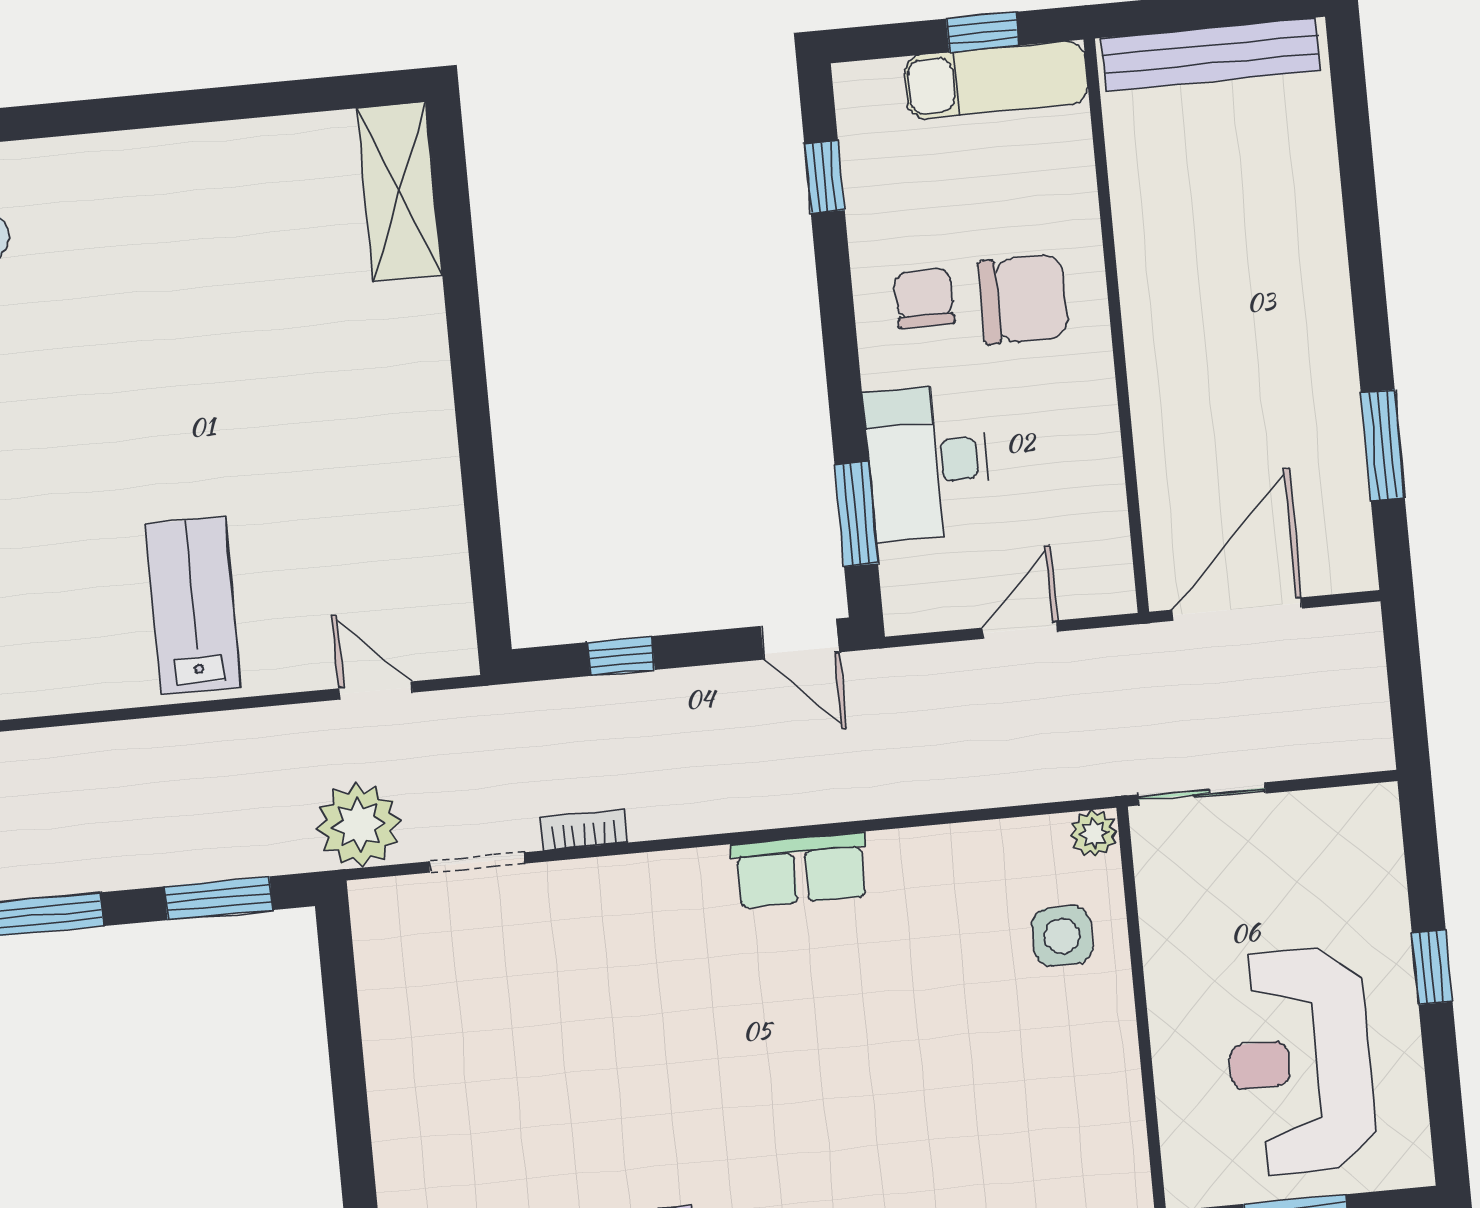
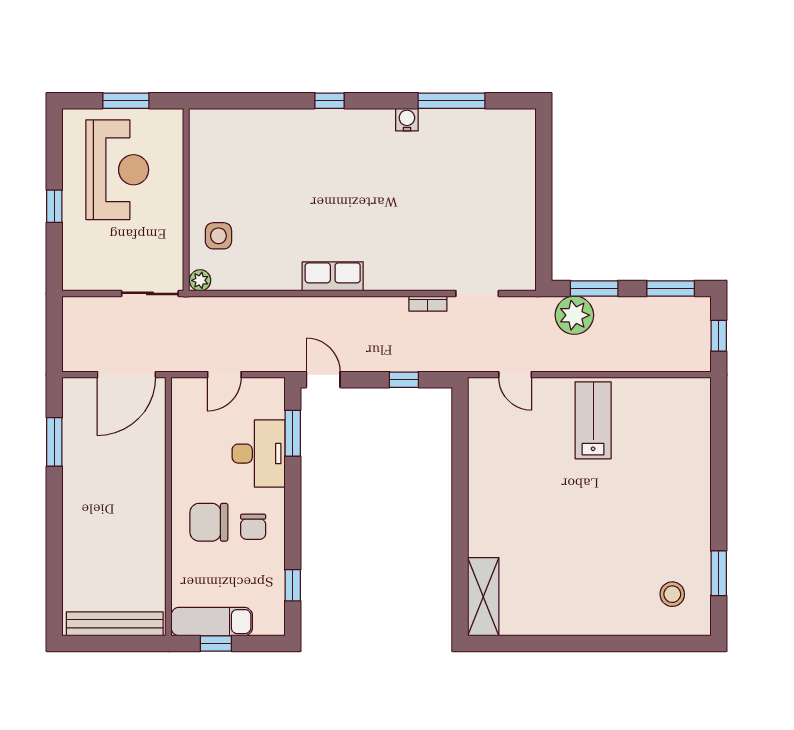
lab bench: (193, 606) -> (593, 420), turned 180
plant: (359, 825) -> (574, 315), moved

